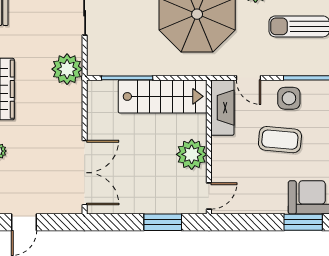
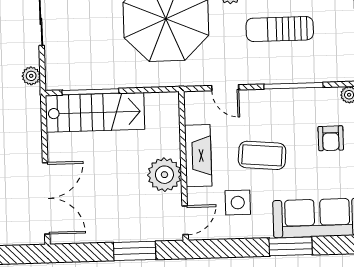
plant: (67, 69) -> (31, 76), width x0.53, depth x0.53
stairs: (163, 96) -> (95, 112), moved
side table: (289, 98) -> (238, 203), moved
fireplace: (222, 108) -> (198, 156), moved

